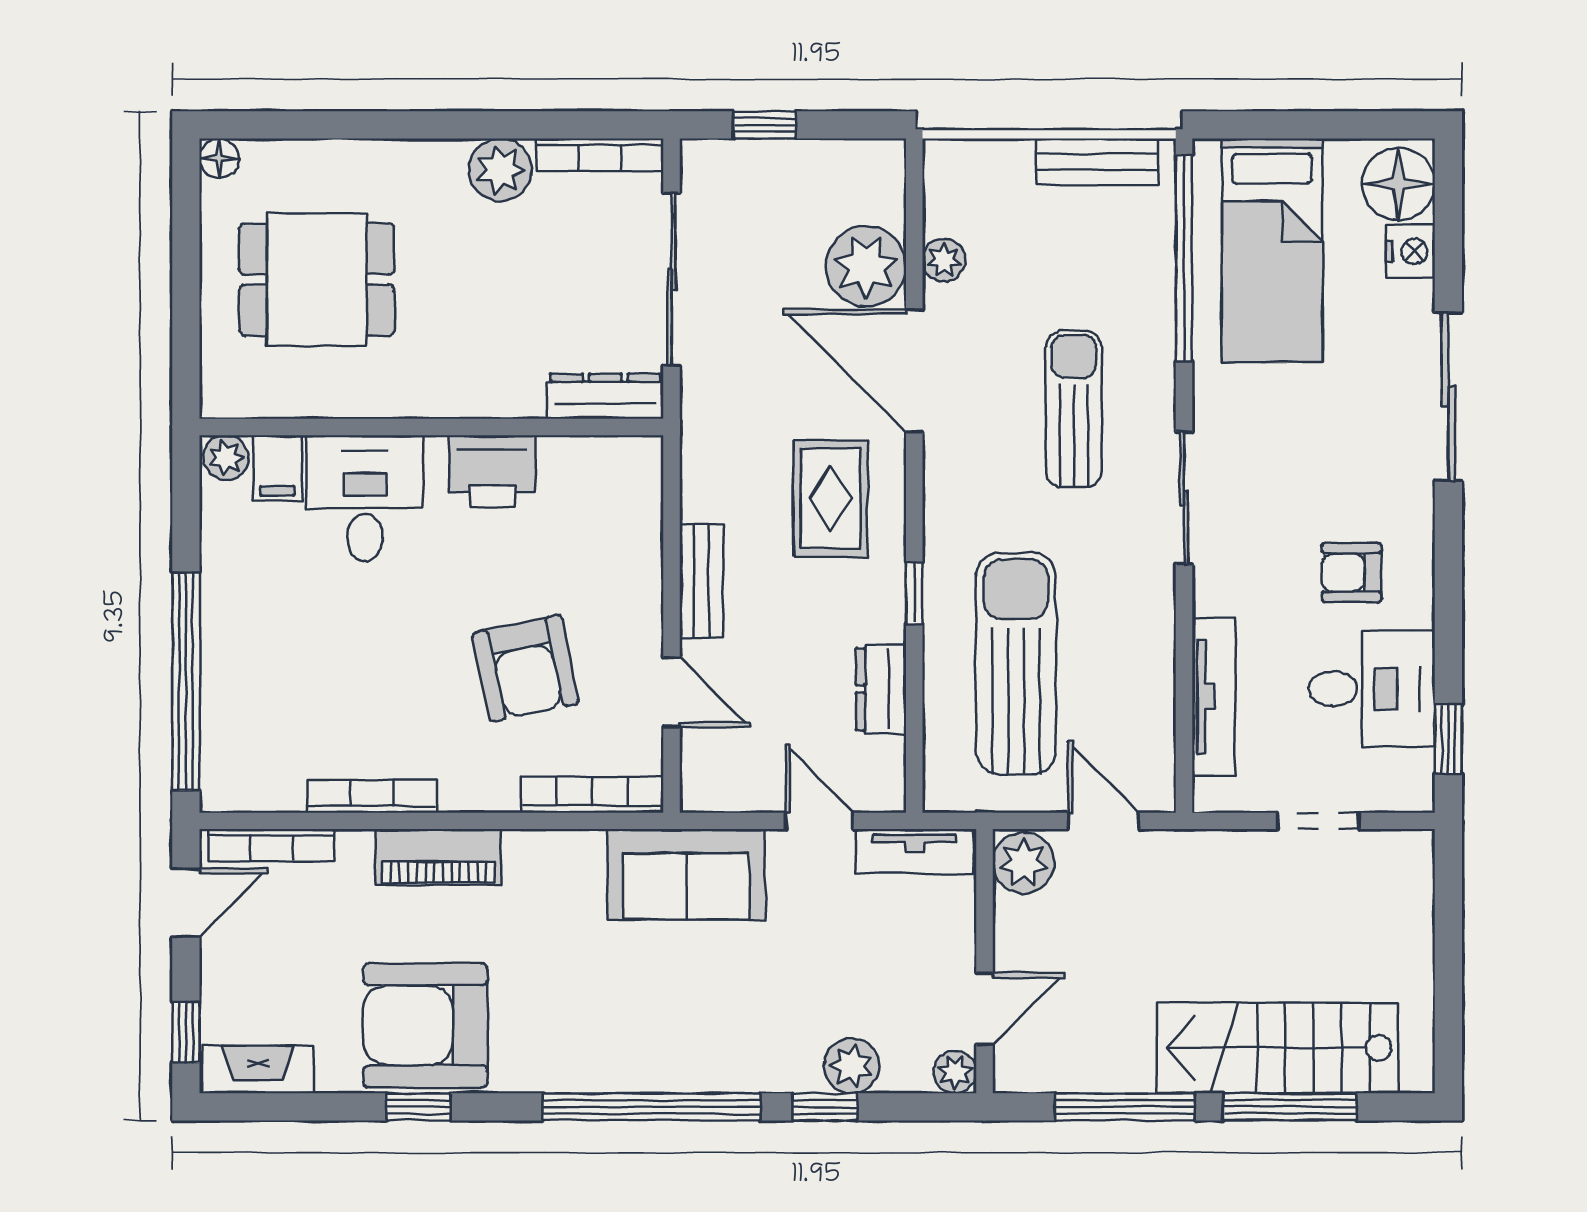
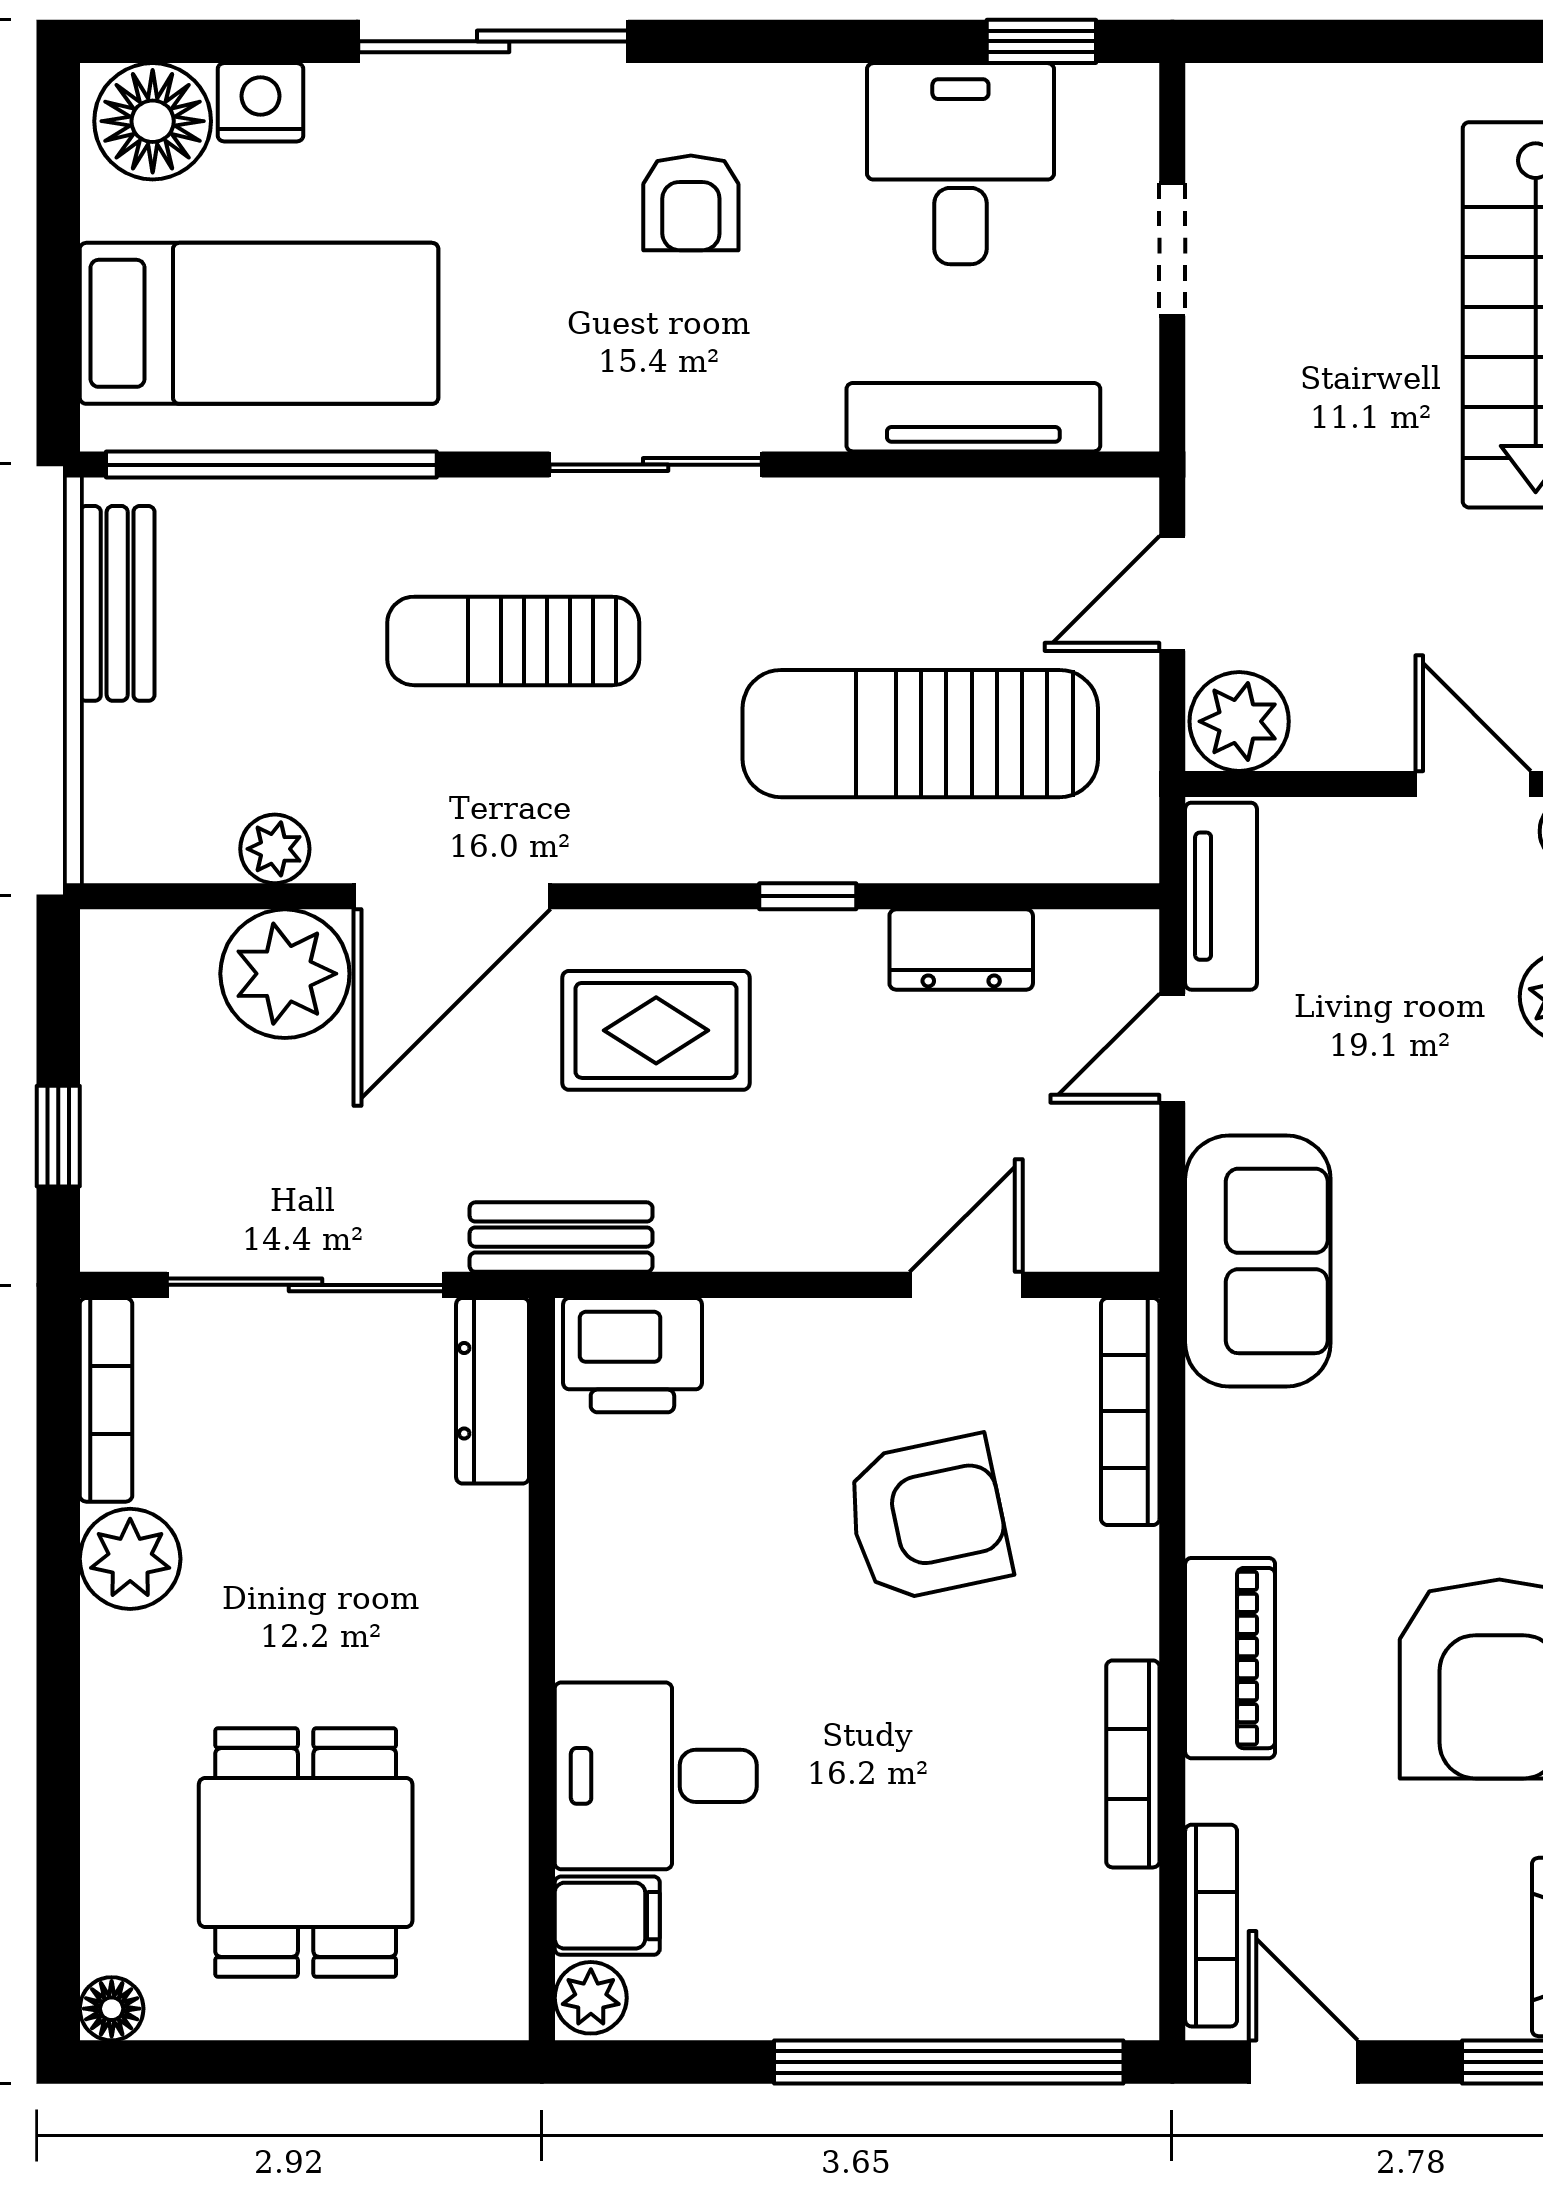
printer: (492, 471) -> (632, 1355), moved, turned 90
armchair: (1352, 572) -> (691, 203), moved
bench: (701, 581) -> (561, 1237), moved

